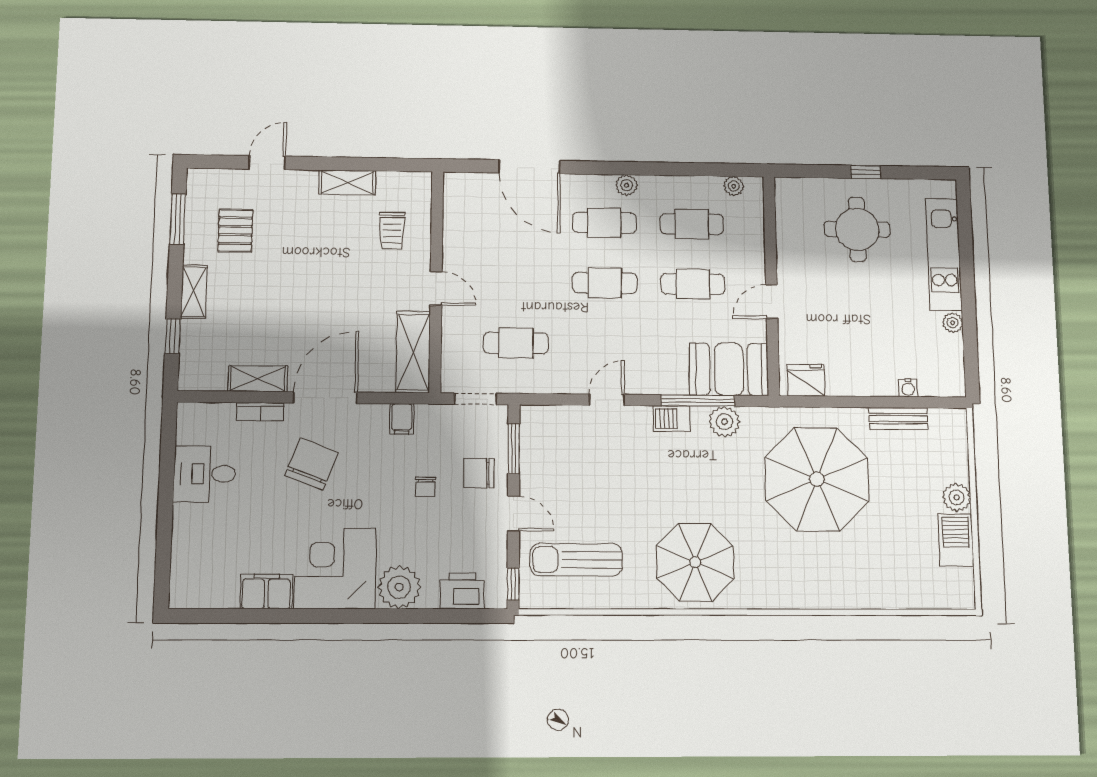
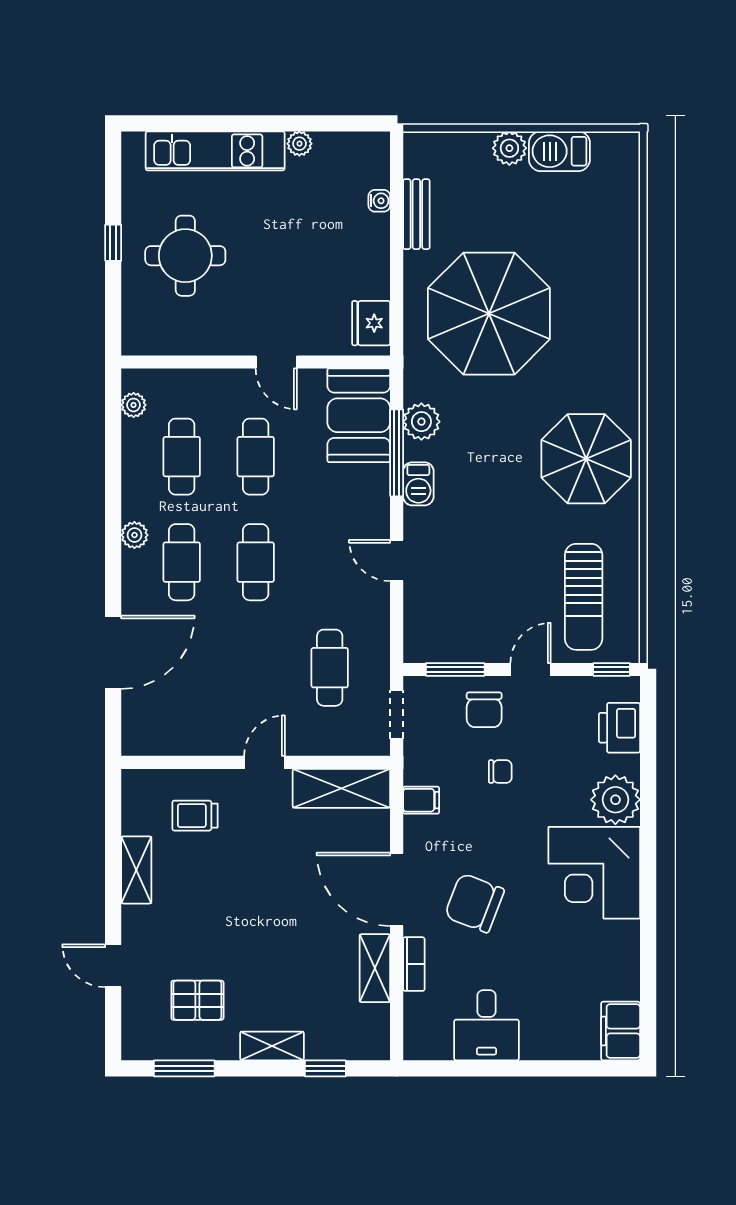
trolley: (392, 231) -> (195, 816), turned 180
filing cabinet: (266, 591) -> (621, 1031), moved

